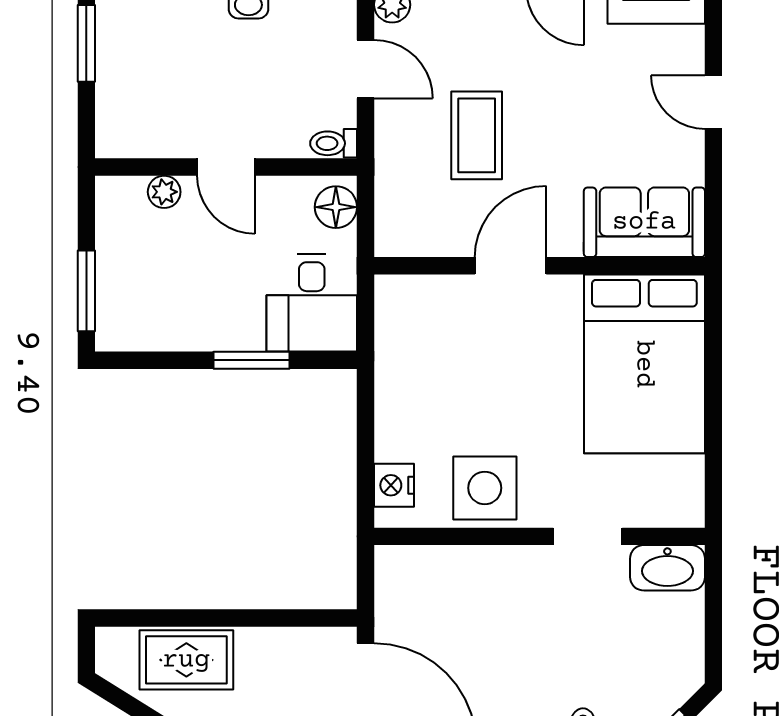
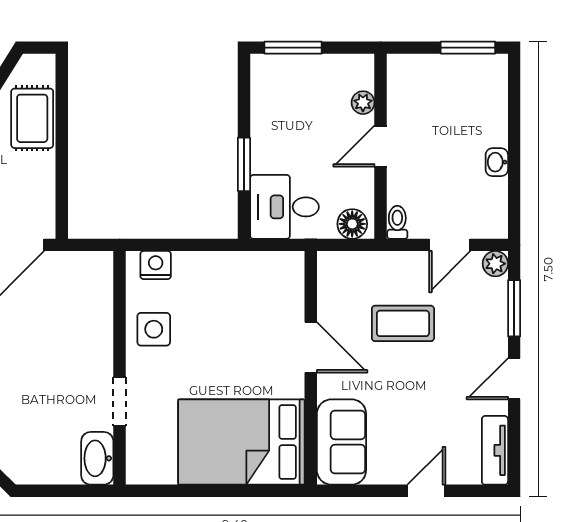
side table: (485, 488) -> (154, 329), width x0.73, depth x0.73

